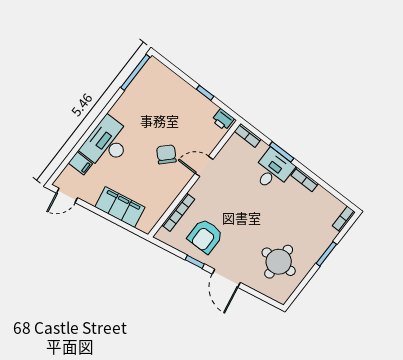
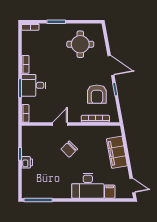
printer: (223, 120) -> (27, 162), moved
door: (204, 166) -> (60, 124), swing flipped
armchair: (205, 236) -> (97, 94), turned 90
door: (226, 278) -> (111, 65), hinge flipped

